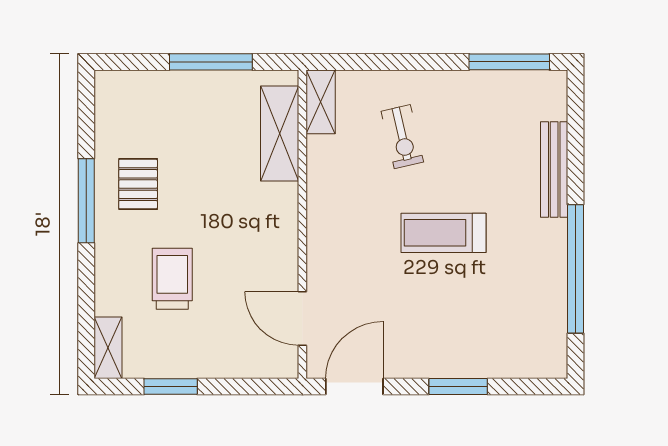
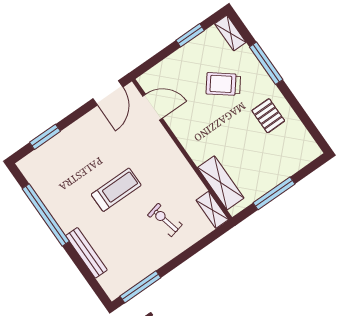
window: (86, 201) -> (266, 63), moved
trolley: (172, 279) -> (223, 84), turned 128
window: (458, 387) -> (45, 137), moved

